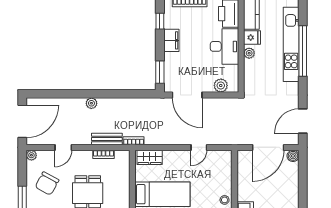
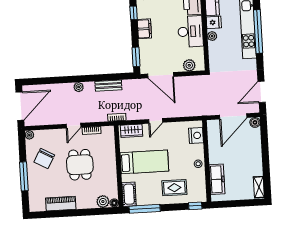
bench: (107, 139) -> (108, 86), moved
door: (63, 147) -> (74, 126), moved
door: (199, 147) -> (156, 121), moved
nightstand: (224, 167) -> (196, 135), added

